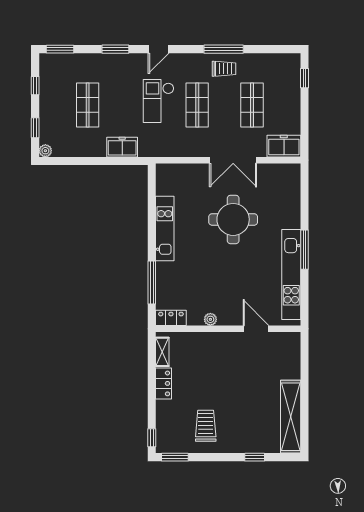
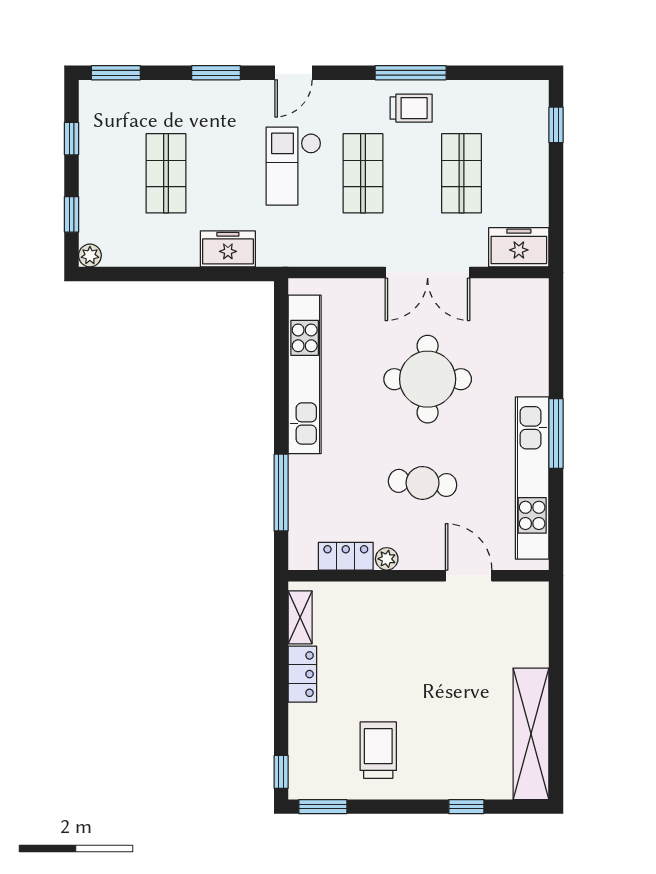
kitchen unit: (165, 229) -> (305, 374), width x1.36
cafe table: (230, 277) -> (423, 483), added
locker: (171, 318) -> (346, 556), moved

